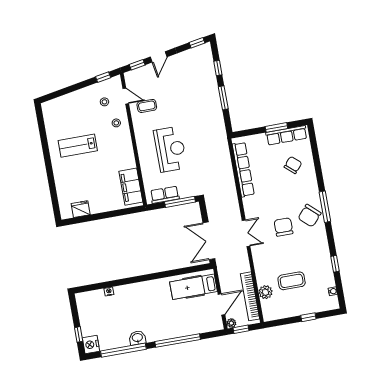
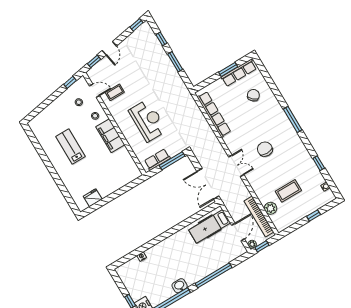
lab bench: (78, 146) -> (71, 146), turned 90
filing cabinet: (131, 187) -> (110, 136), moved
chair: (310, 216) -> (283, 132), removed

